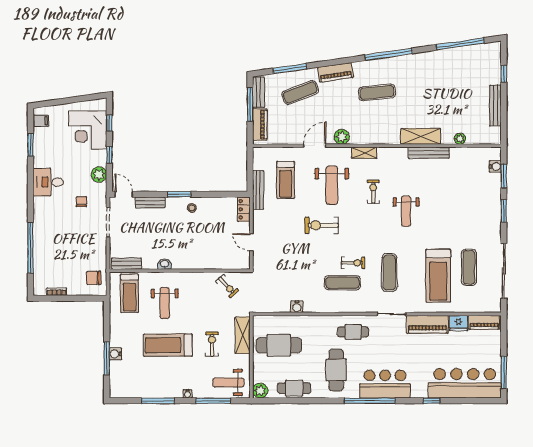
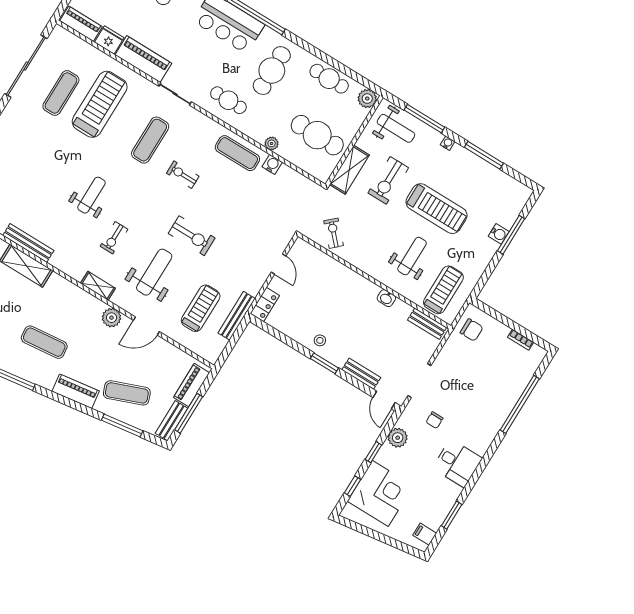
exercise mat: (342, 283) -> (237, 153), moved
plant: (306, 321) -> (272, 143), added
exercise bike: (212, 344) -> (388, 180), width x1.38, depth x1.39

